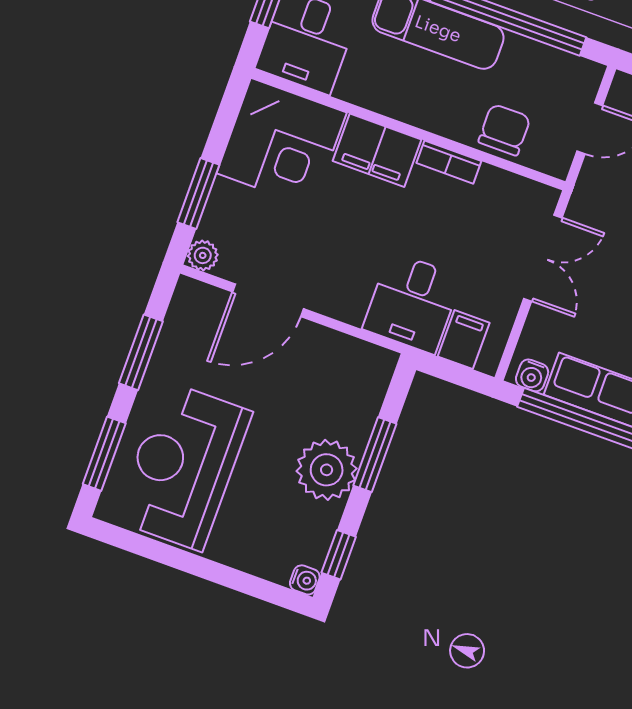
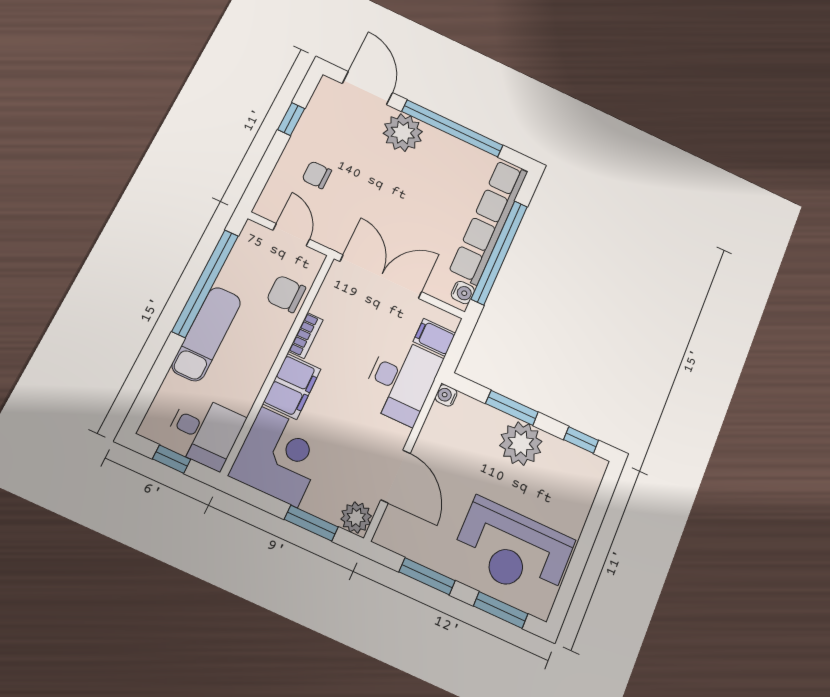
plant: (203, 255) -> (356, 518), width x1.38, depth x1.38
double door: (543, 258) -> (381, 277), width x1.37
desk: (412, 303) -> (401, 380), width x1.37
water cooler: (305, 580) -> (446, 395), moved, turned -90

